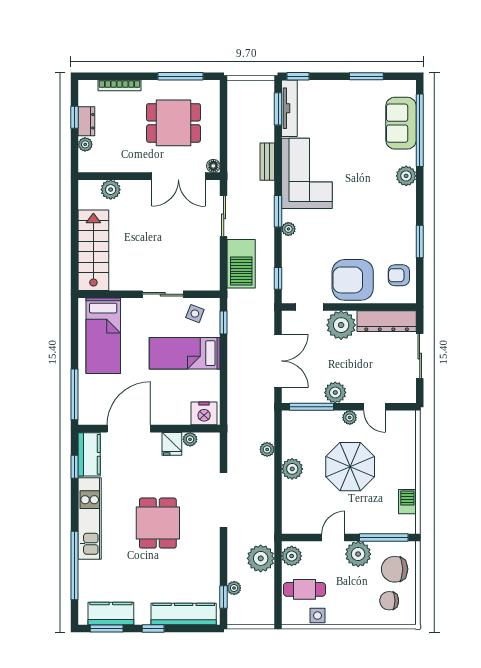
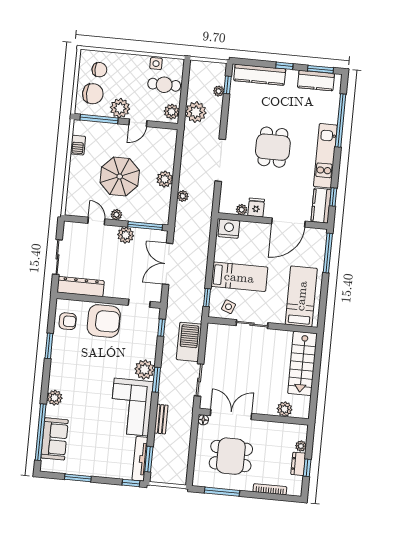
plant: (288, 229) -> (145, 370), width x1.88, depth x1.88
plant: (341, 325) -> (116, 287), removed

